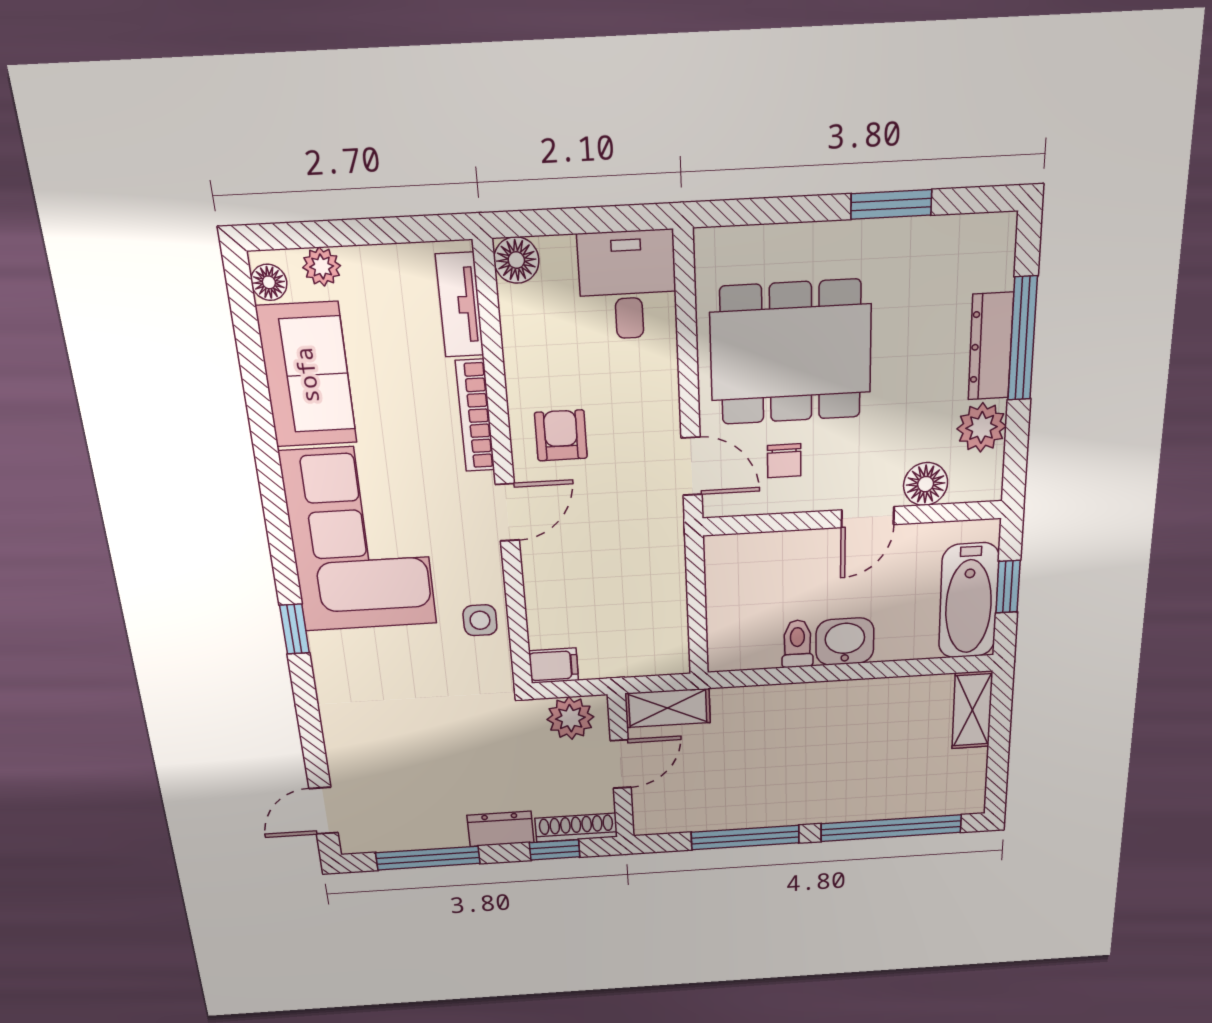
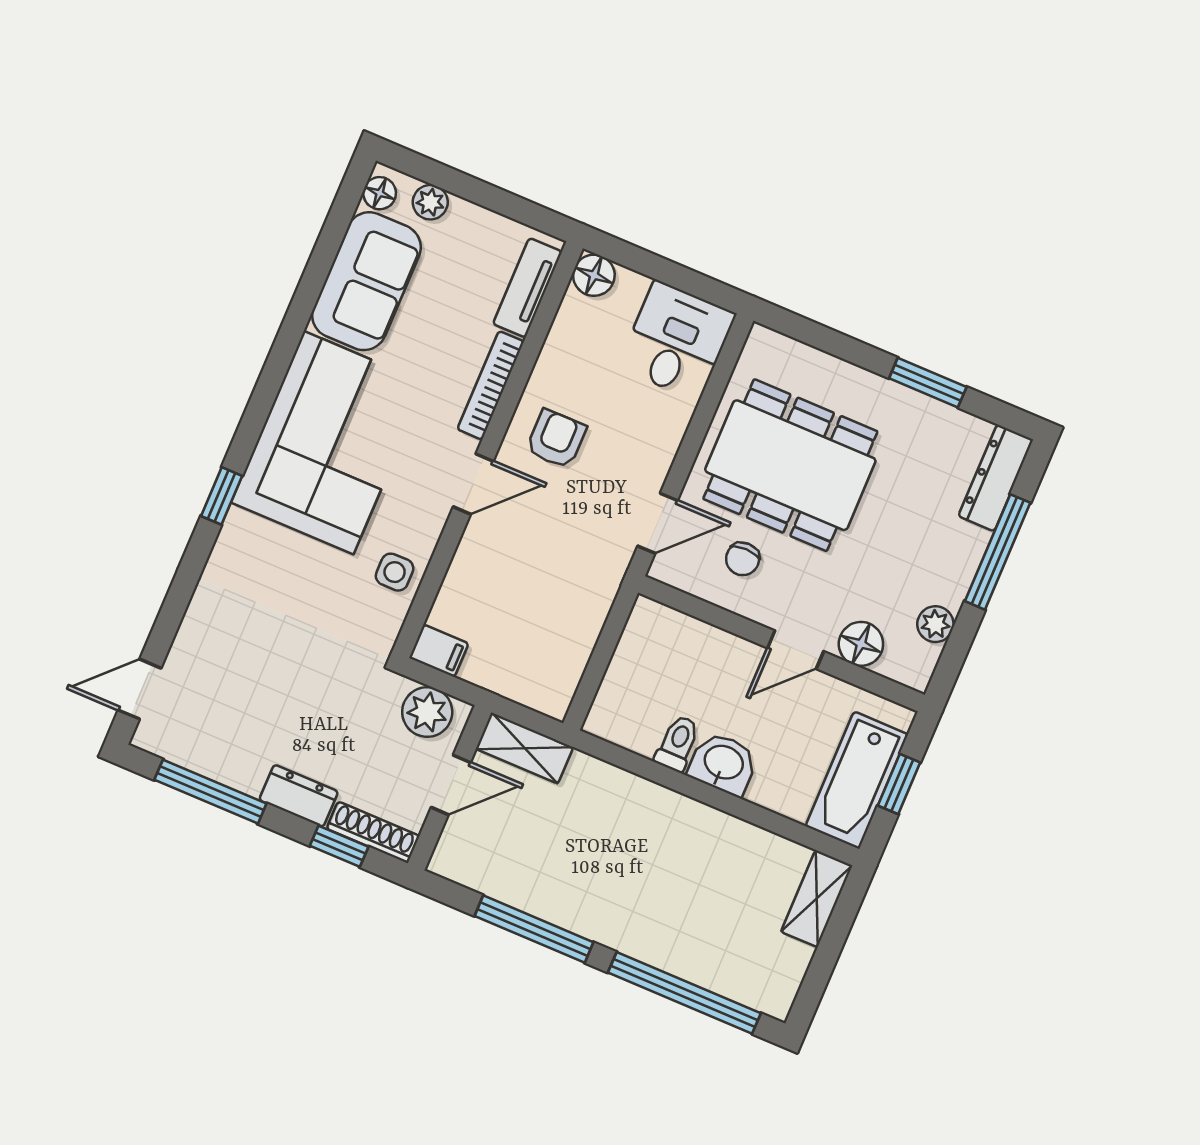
dresser: (991, 346) -> (996, 478), moved
plant: (982, 427) -> (935, 624), width x0.73, depth x0.73
door: (692, 466) -> (658, 523), hinge flipped

